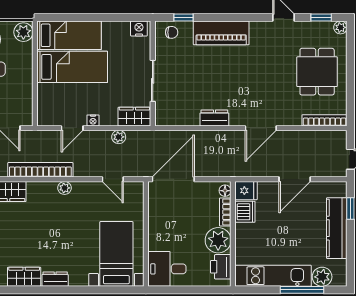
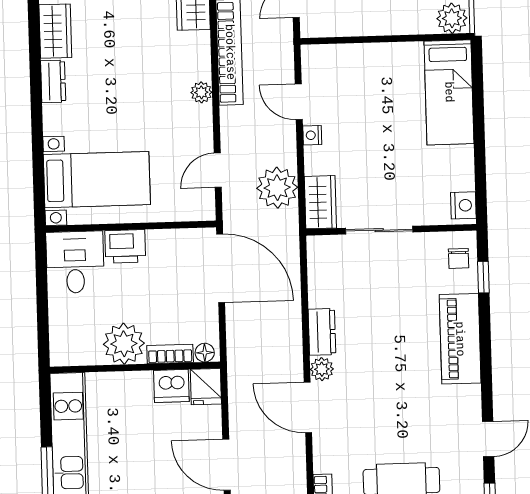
bed: (72, 67) -> (398, 99), removed
plant: (237, 119) -> (322, 369), added
plant: (119, 137) -> (277, 188), width x1.88, depth x1.88
printer: (221, 267) -> (125, 246), moved, turned 180

